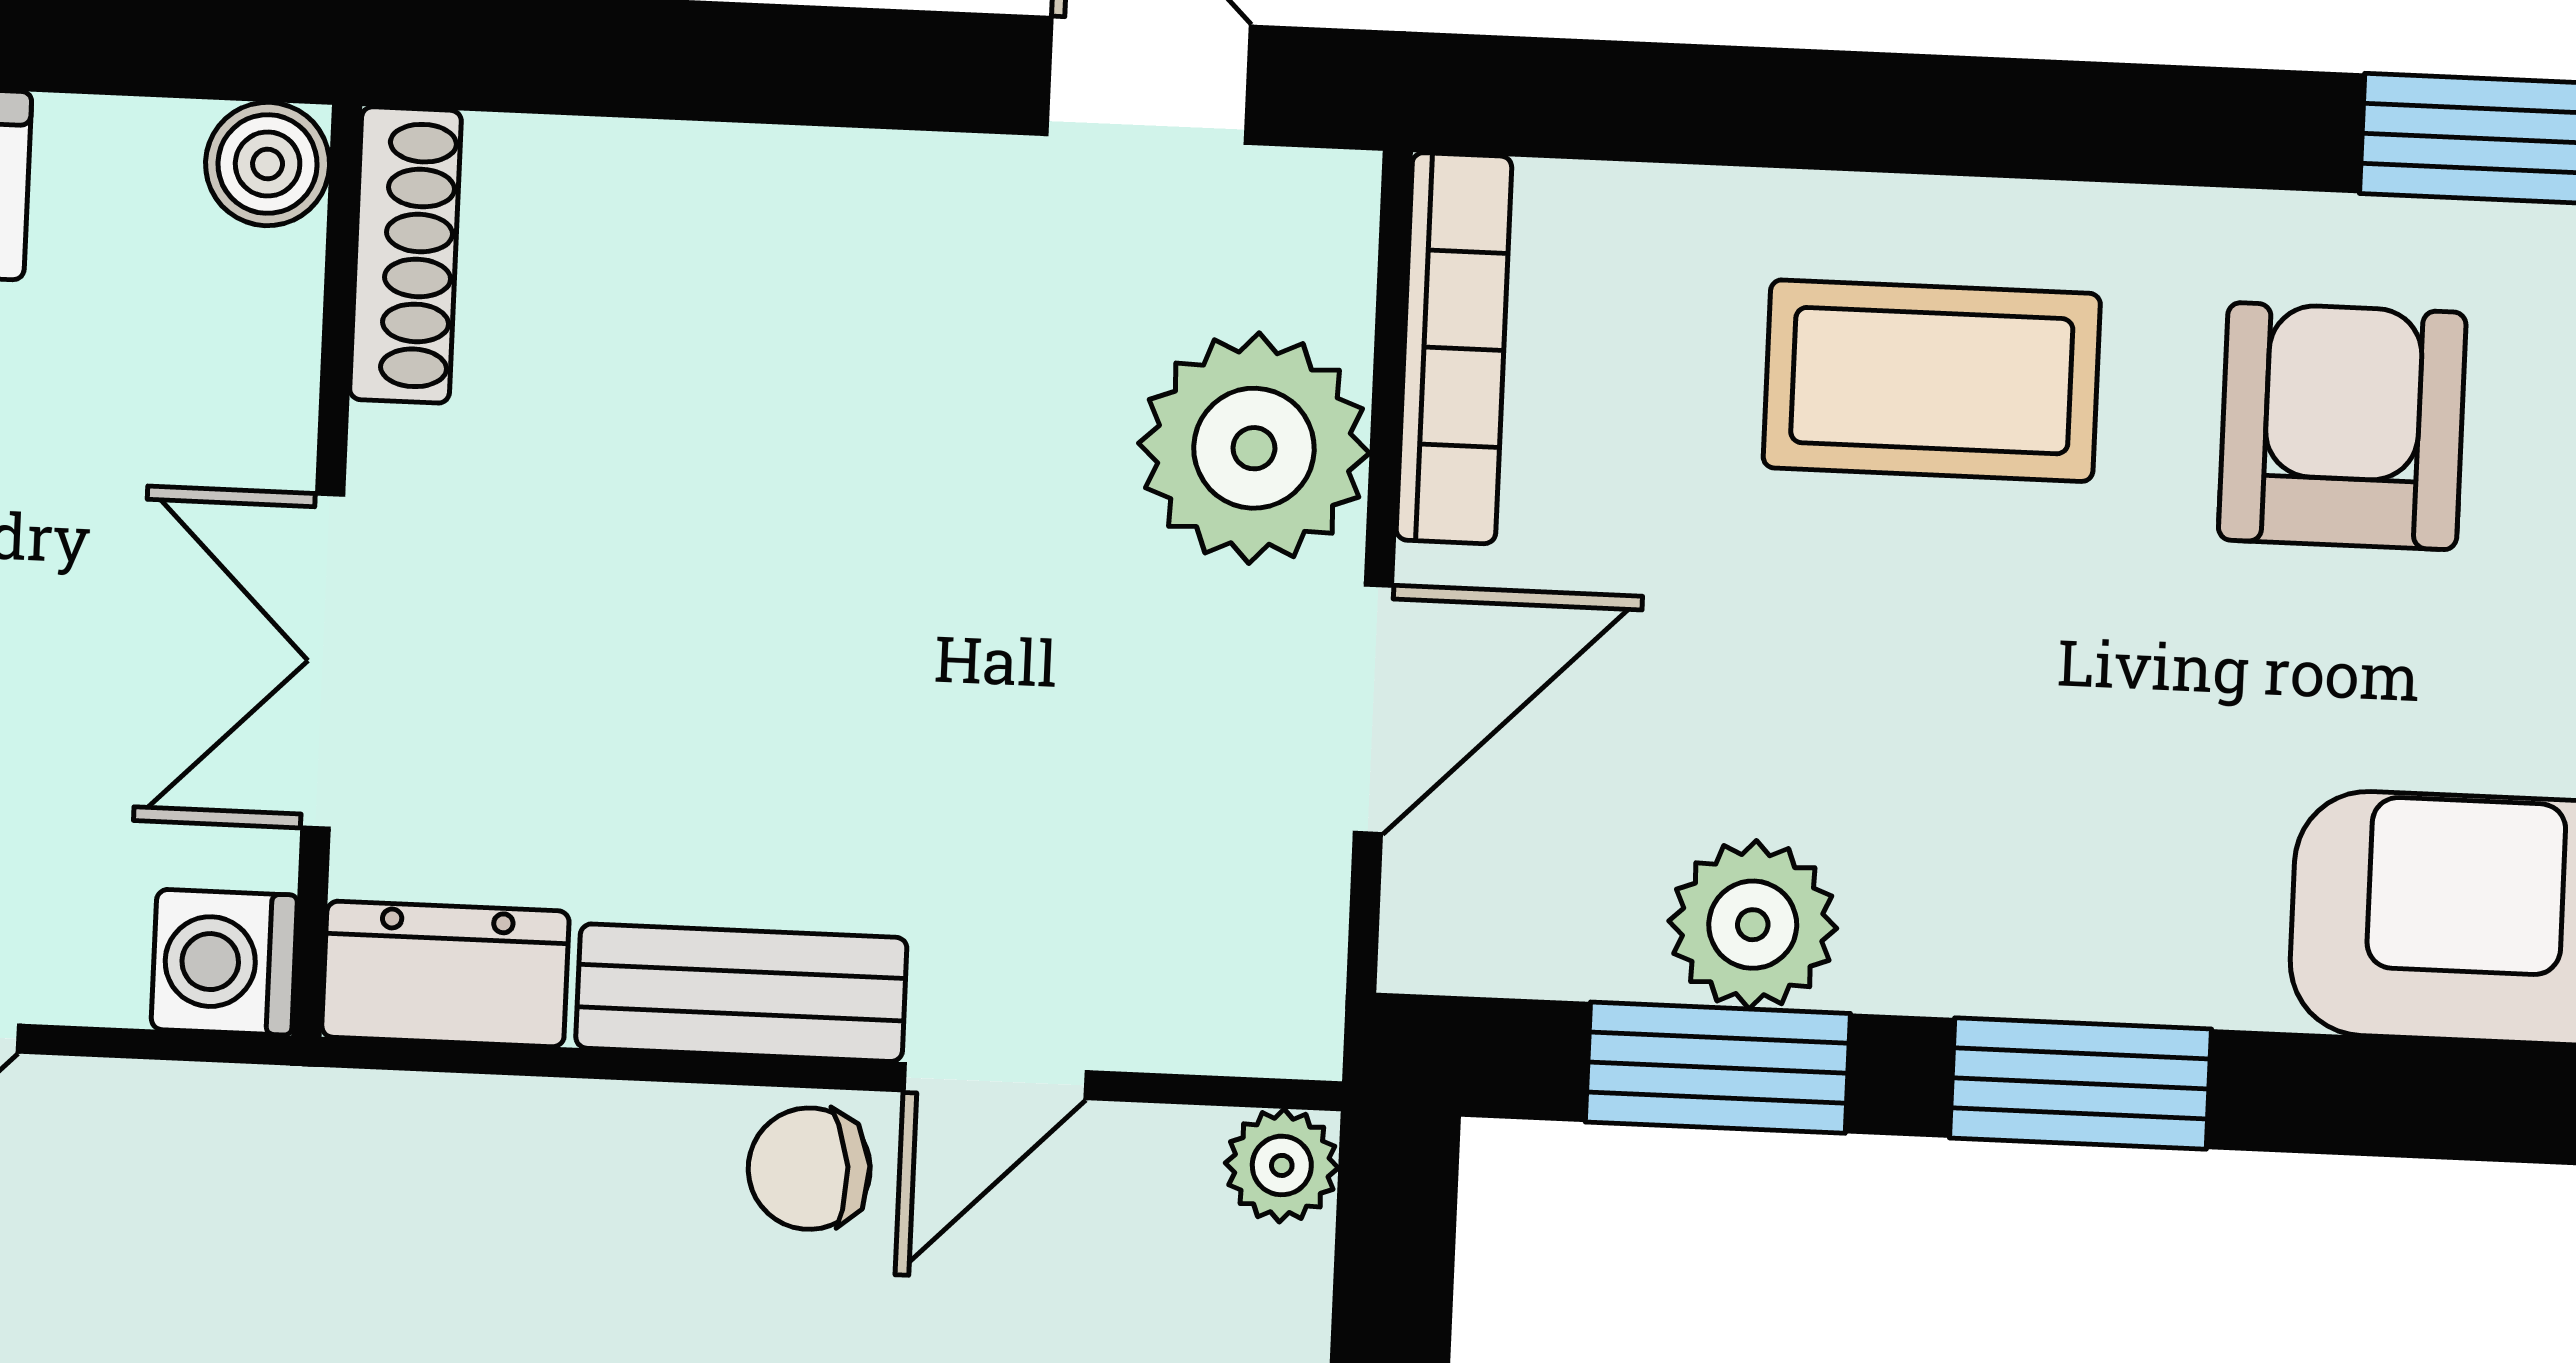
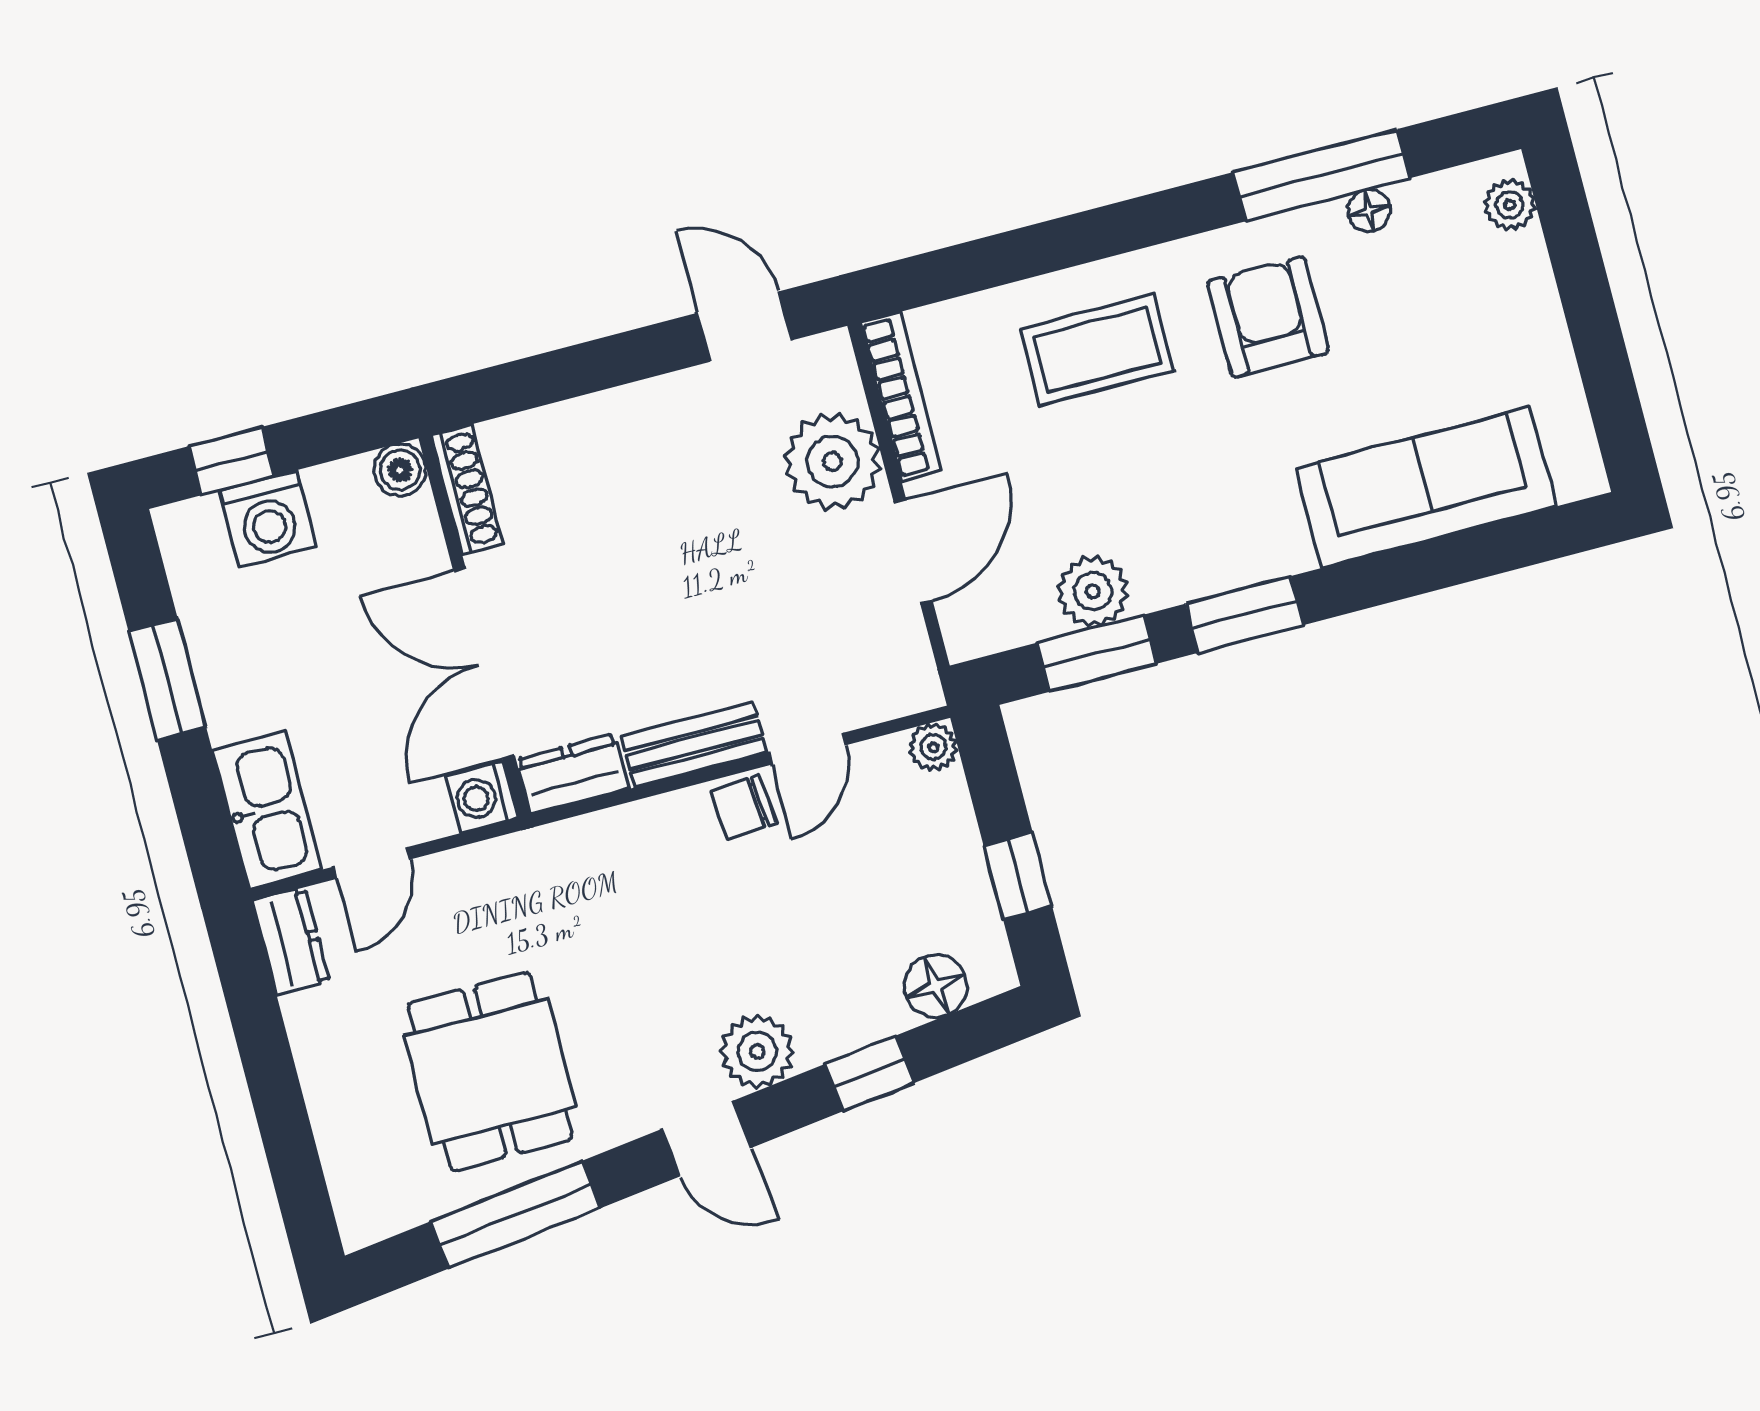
double door: (323, 661) -> (484, 663), width x1.37

